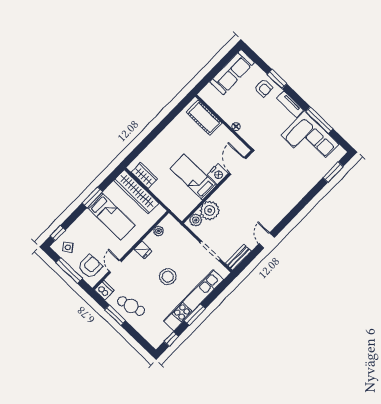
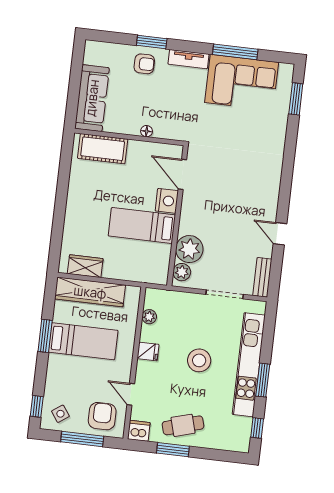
sofa: (232, 72) -> (92, 98), moved

